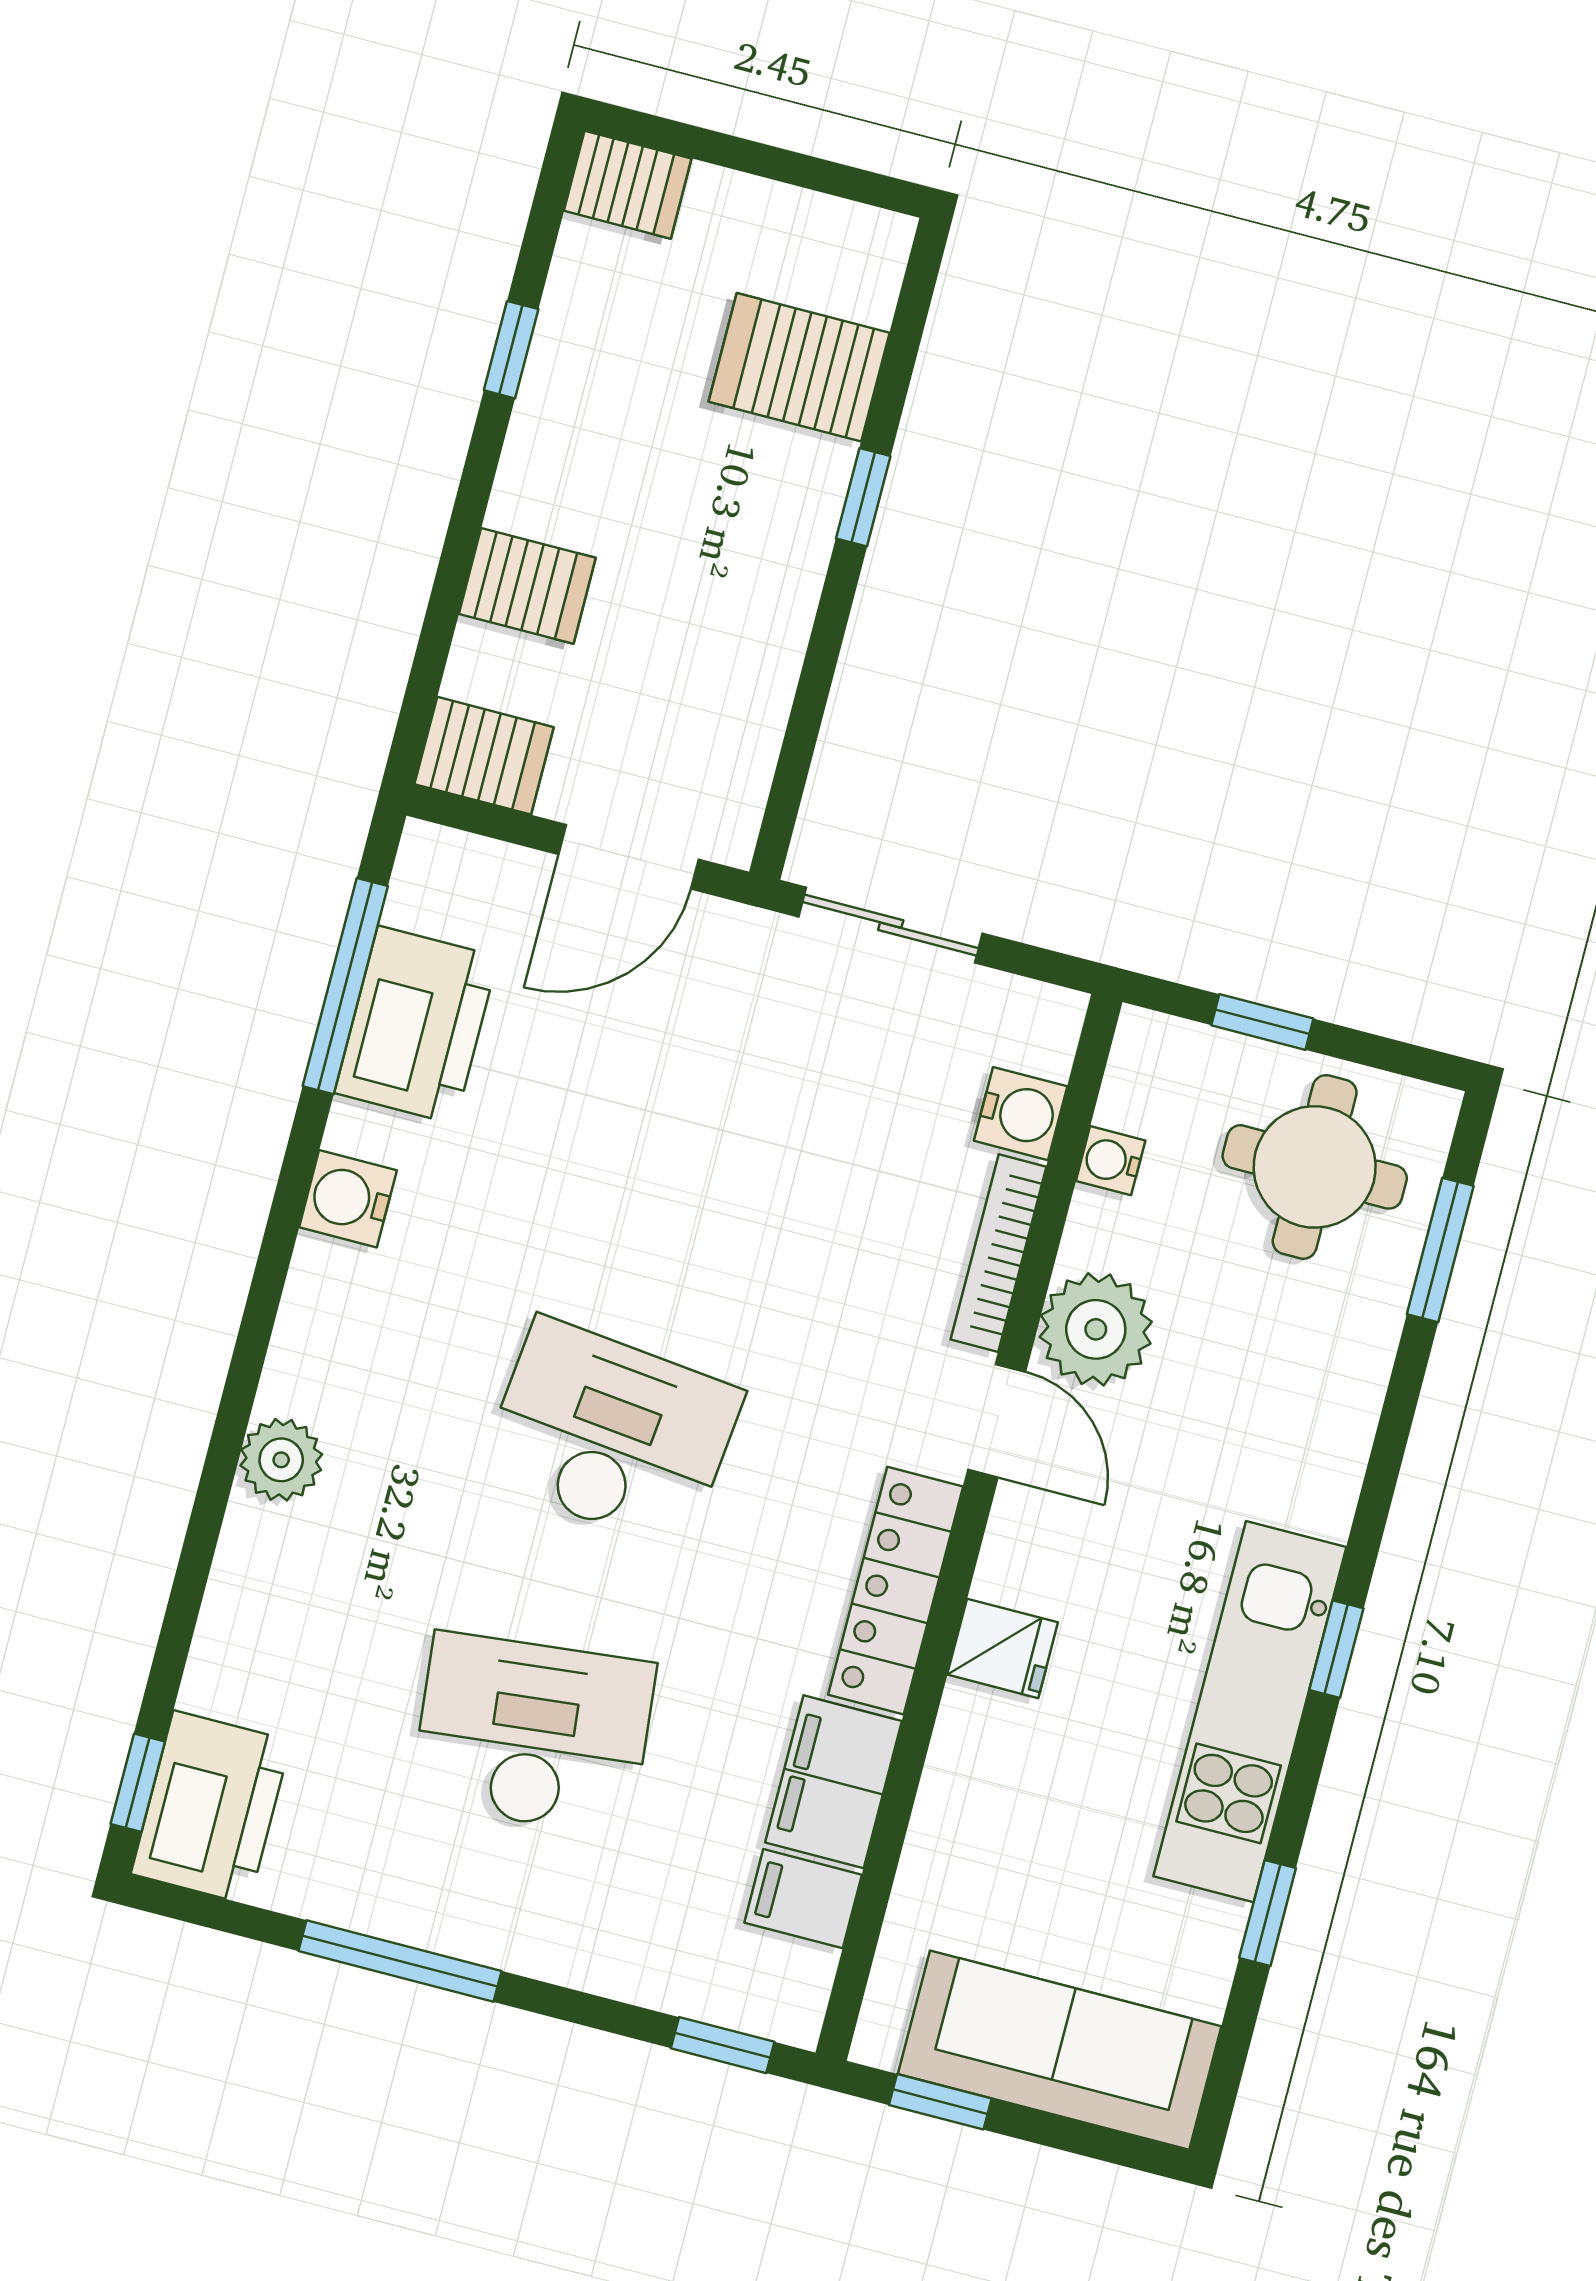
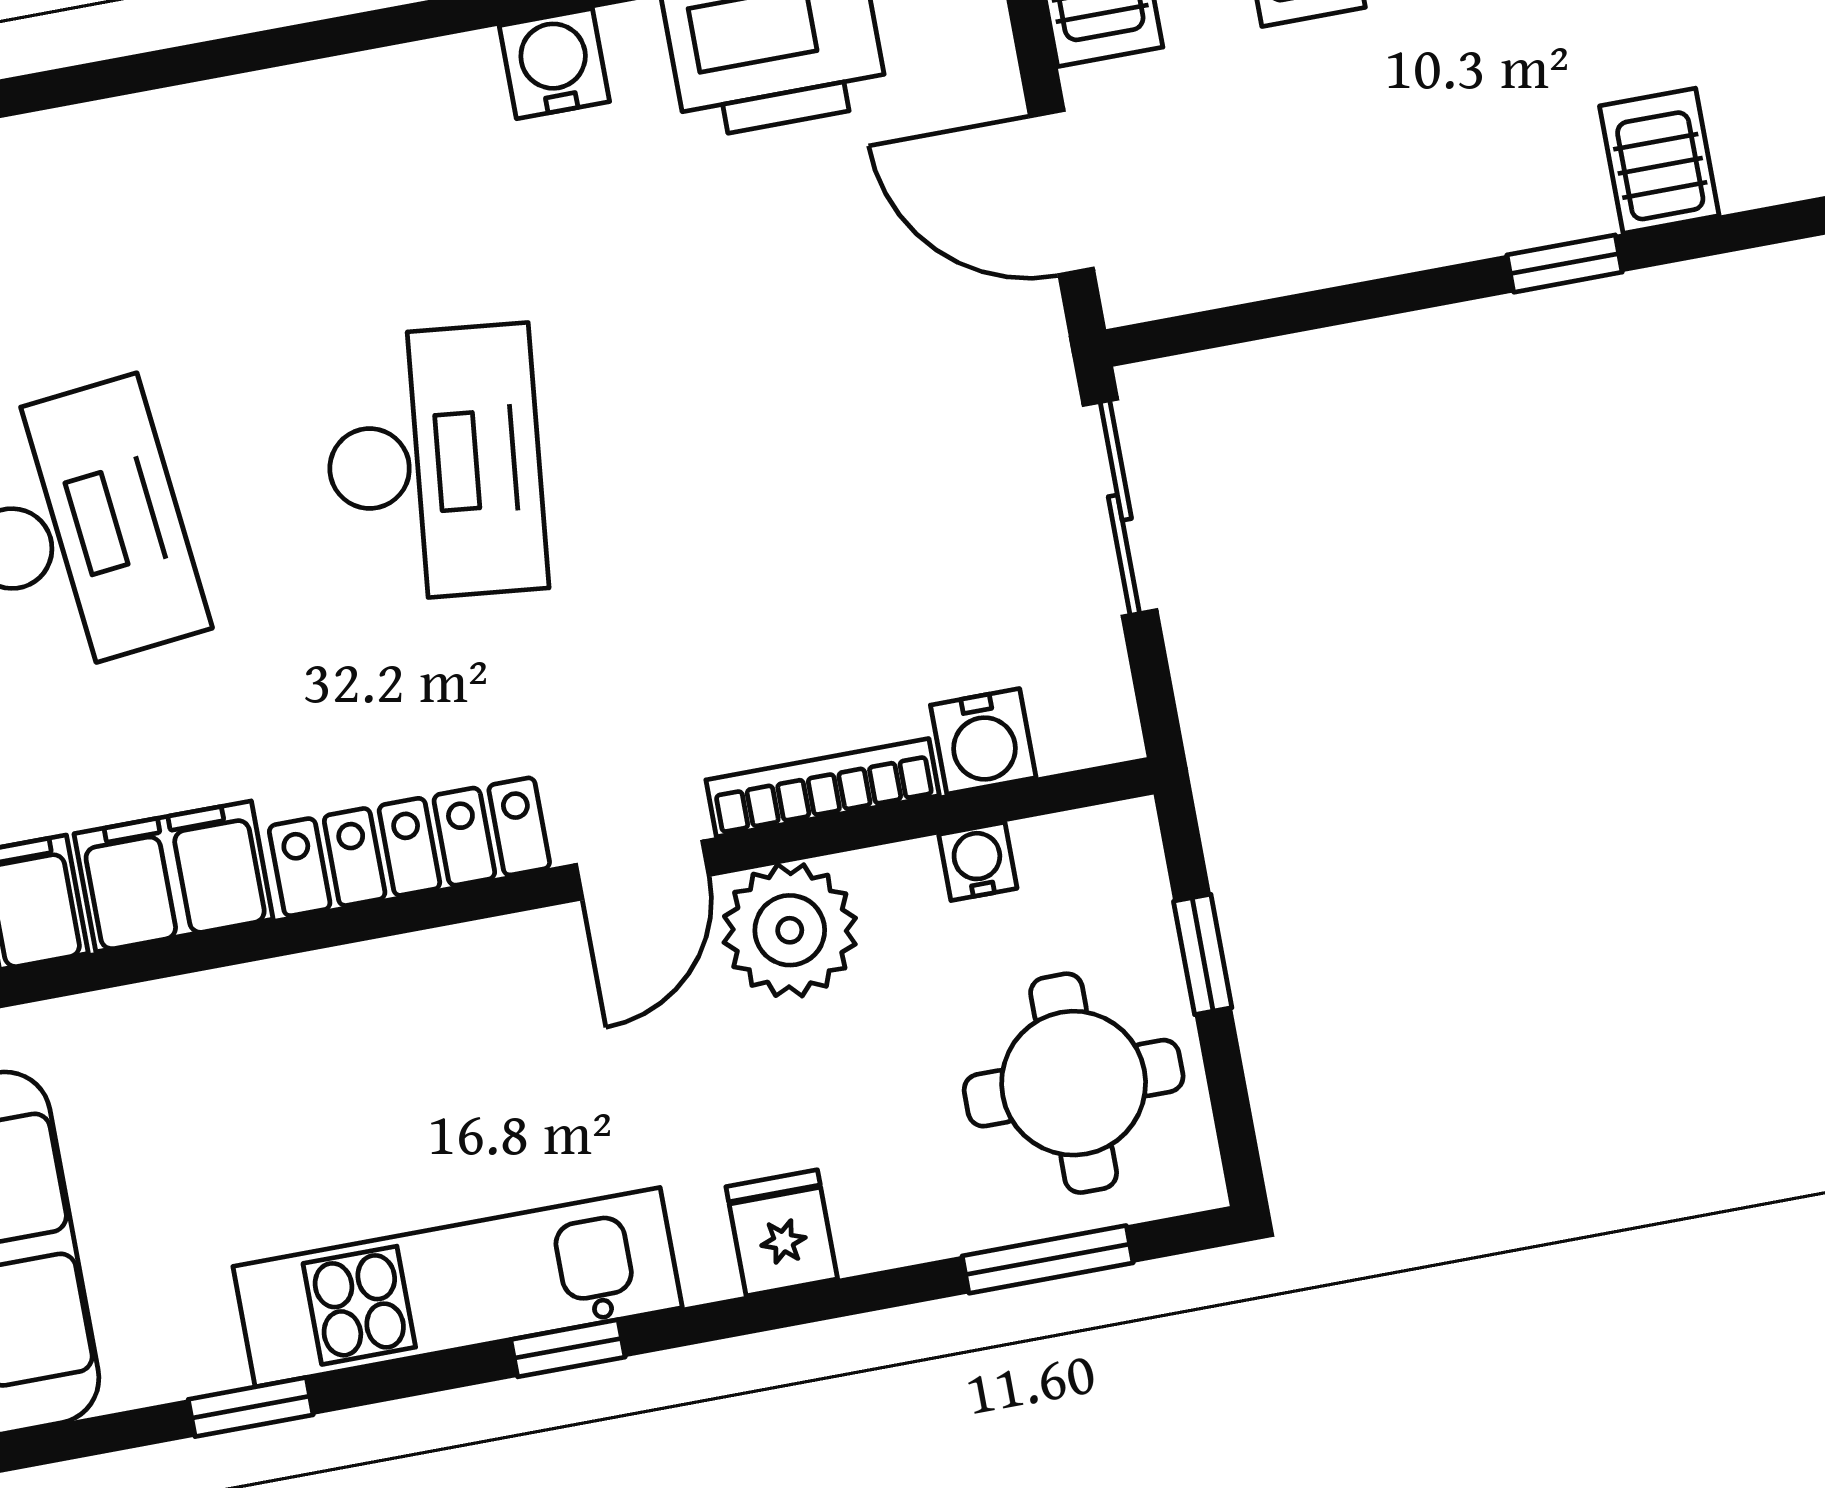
server rack: (799, 367) -> (1659, 161), width x0.73, depth x0.70
plant: (281, 1460) -> (241, 123), removed
fridge: (1003, 1648) -> (782, 1233), moved, turned 180

